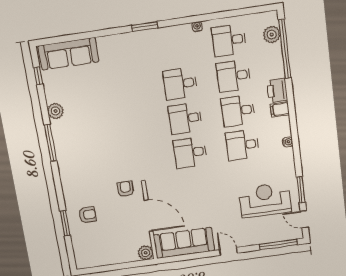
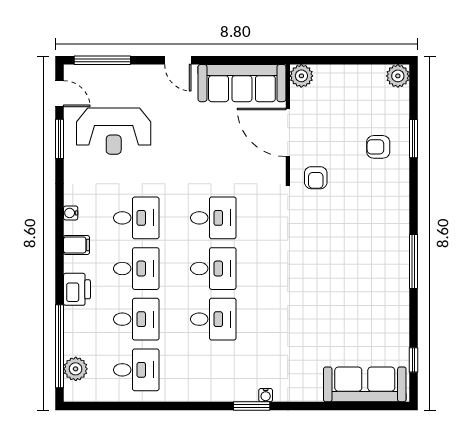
water cooler: (197, 27) -> (266, 395), moved
filing cabinet: (280, 109) -> (76, 245), moved
plant: (55, 111) -> (398, 76), moved

